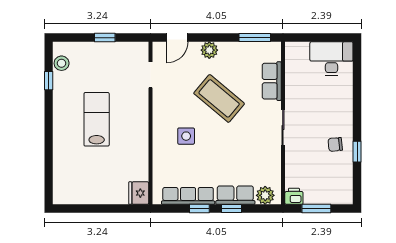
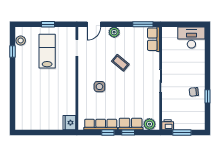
row of seats: (272, 81) -> (154, 39), moved
coffee table: (219, 98) -> (120, 63), width x0.54, depth x0.58
lab bench: (97, 119) -> (47, 51), moved

